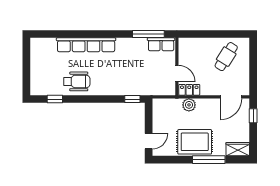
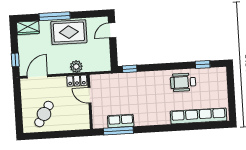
row of seats: (161, 44) -> (121, 121), moved
row of seats: (86, 45) -> (199, 116), moved

